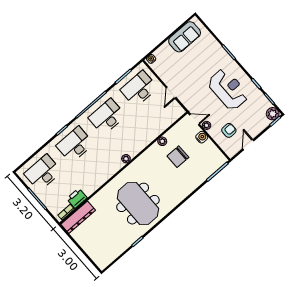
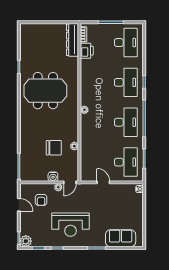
sofa: (185, 37) -> (121, 238), moved, turned 90
chair: (178, 157) -> (54, 148), turned 90

